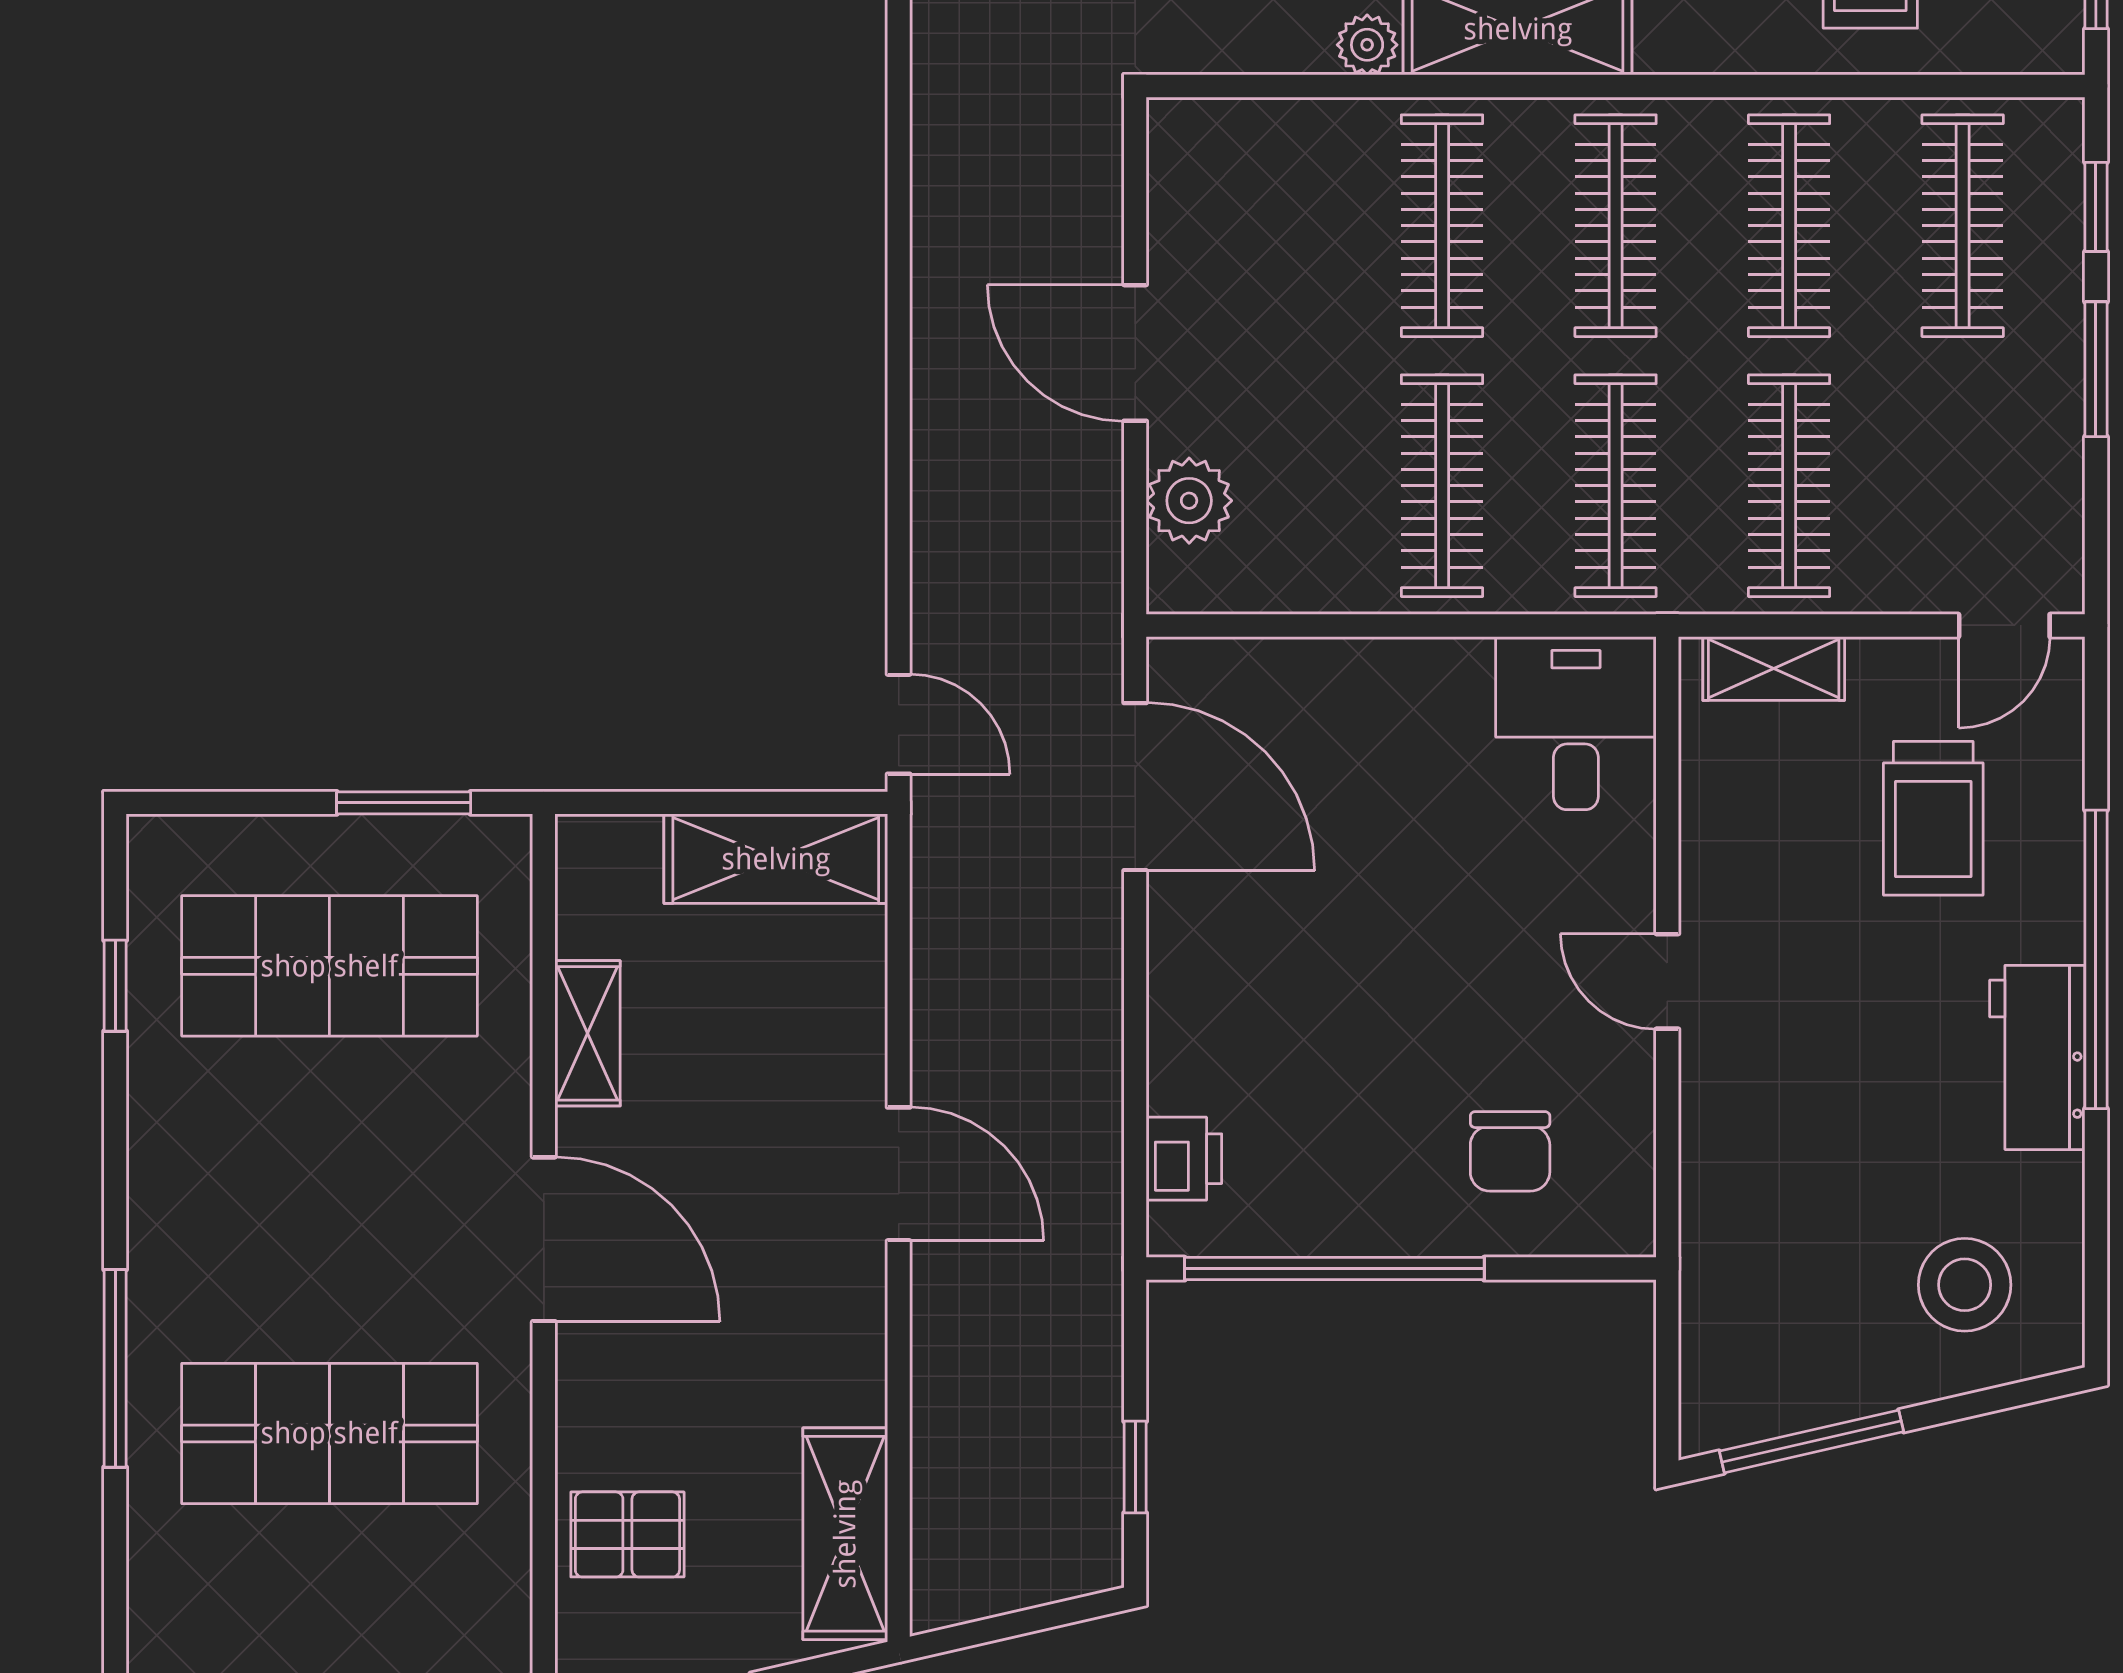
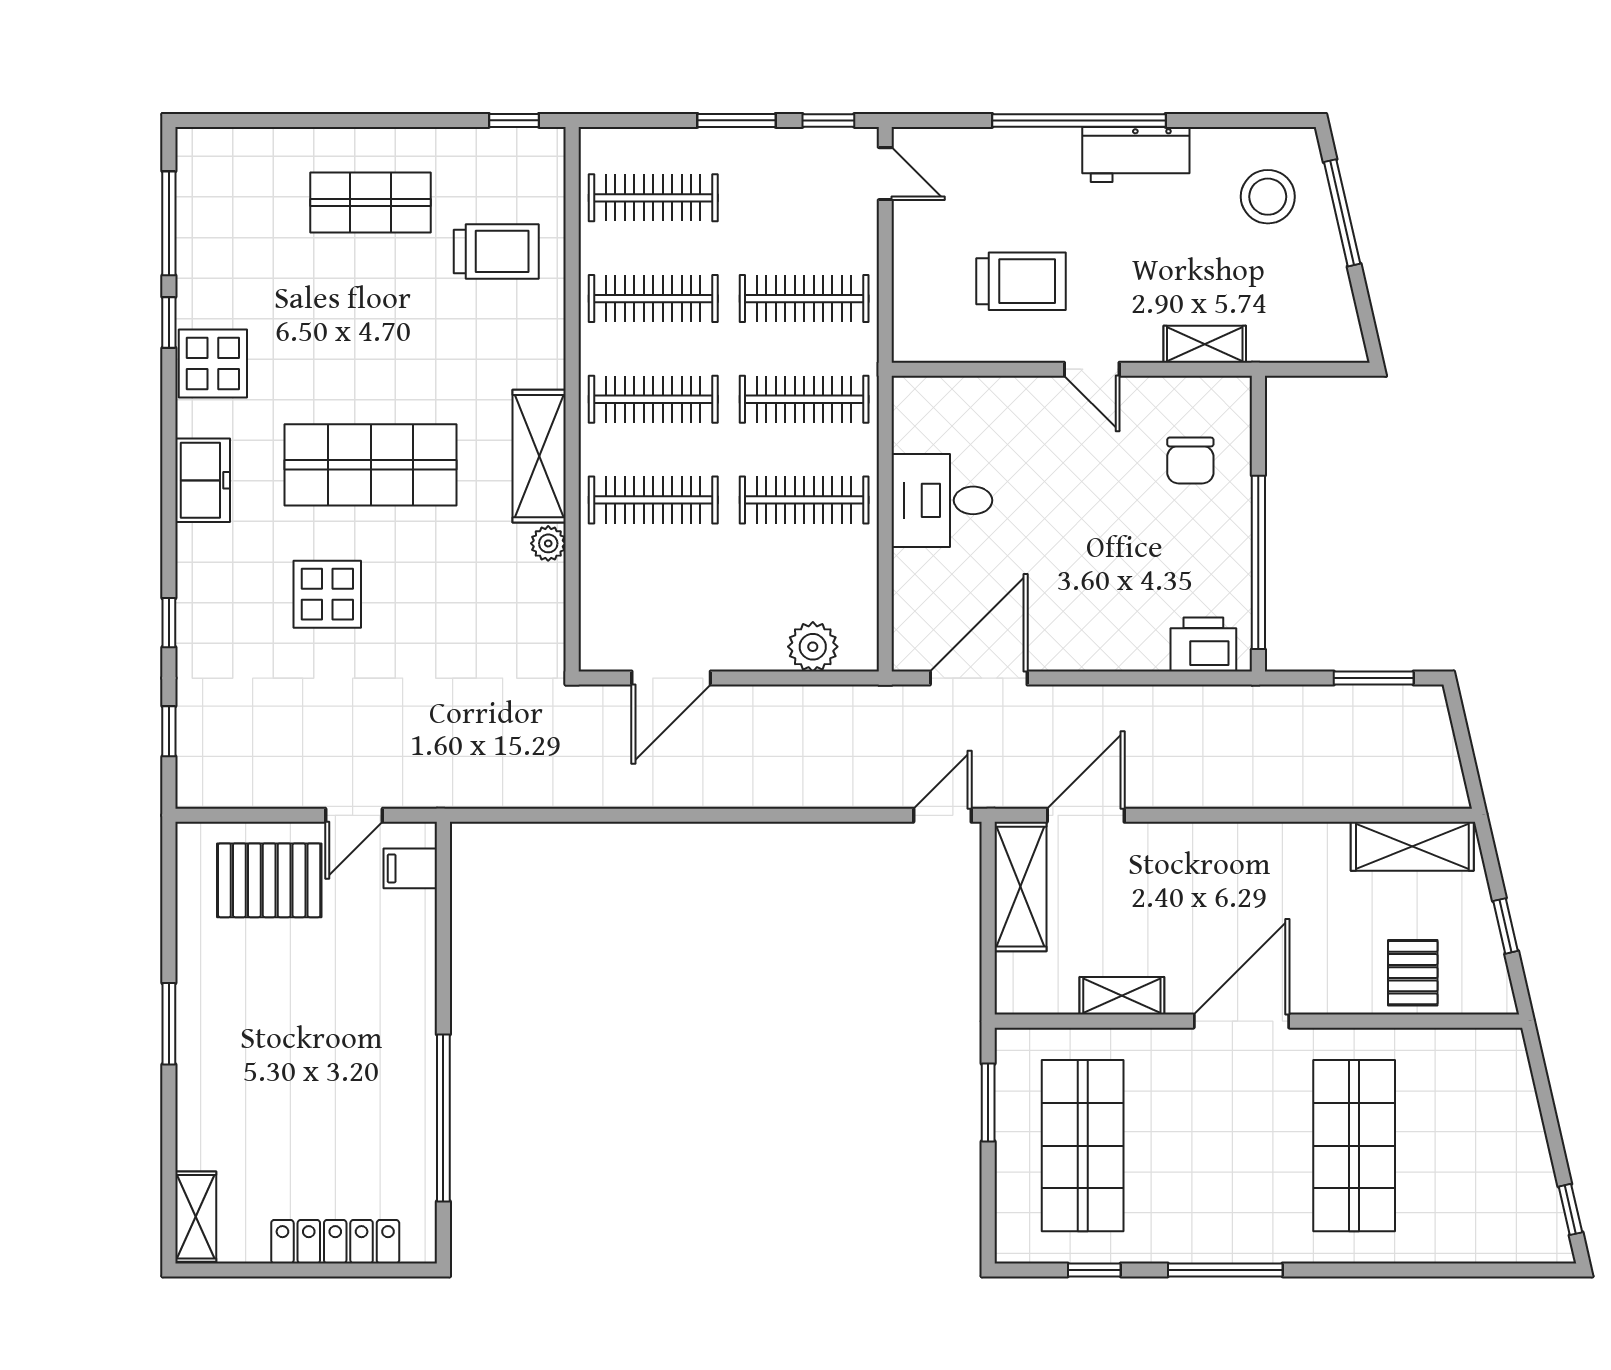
window: (2096, 207) -> (828, 120), moved
door: (1135, 353) -> (671, 678), moved
shelving: (1774, 668) -> (1205, 344), moved, turned 90
desk: (1576, 723) -> (942, 500), moved
trolley: (1933, 818) -> (1021, 281), moved
door: (1667, 981) -> (1092, 369), hinge flipped
chair: (1510, 1151) -> (1190, 460), turned 90
printer: (1184, 1159) -> (1203, 644), width x1.36, depth x1.24
door: (899, 1174) -> (1086, 815), moved
window: (115, 1368) -> (1225, 1270), moved
window: (1811, 1441) -> (1342, 213), moved
window: (1135, 1467) -> (1374, 678), width x1.50

